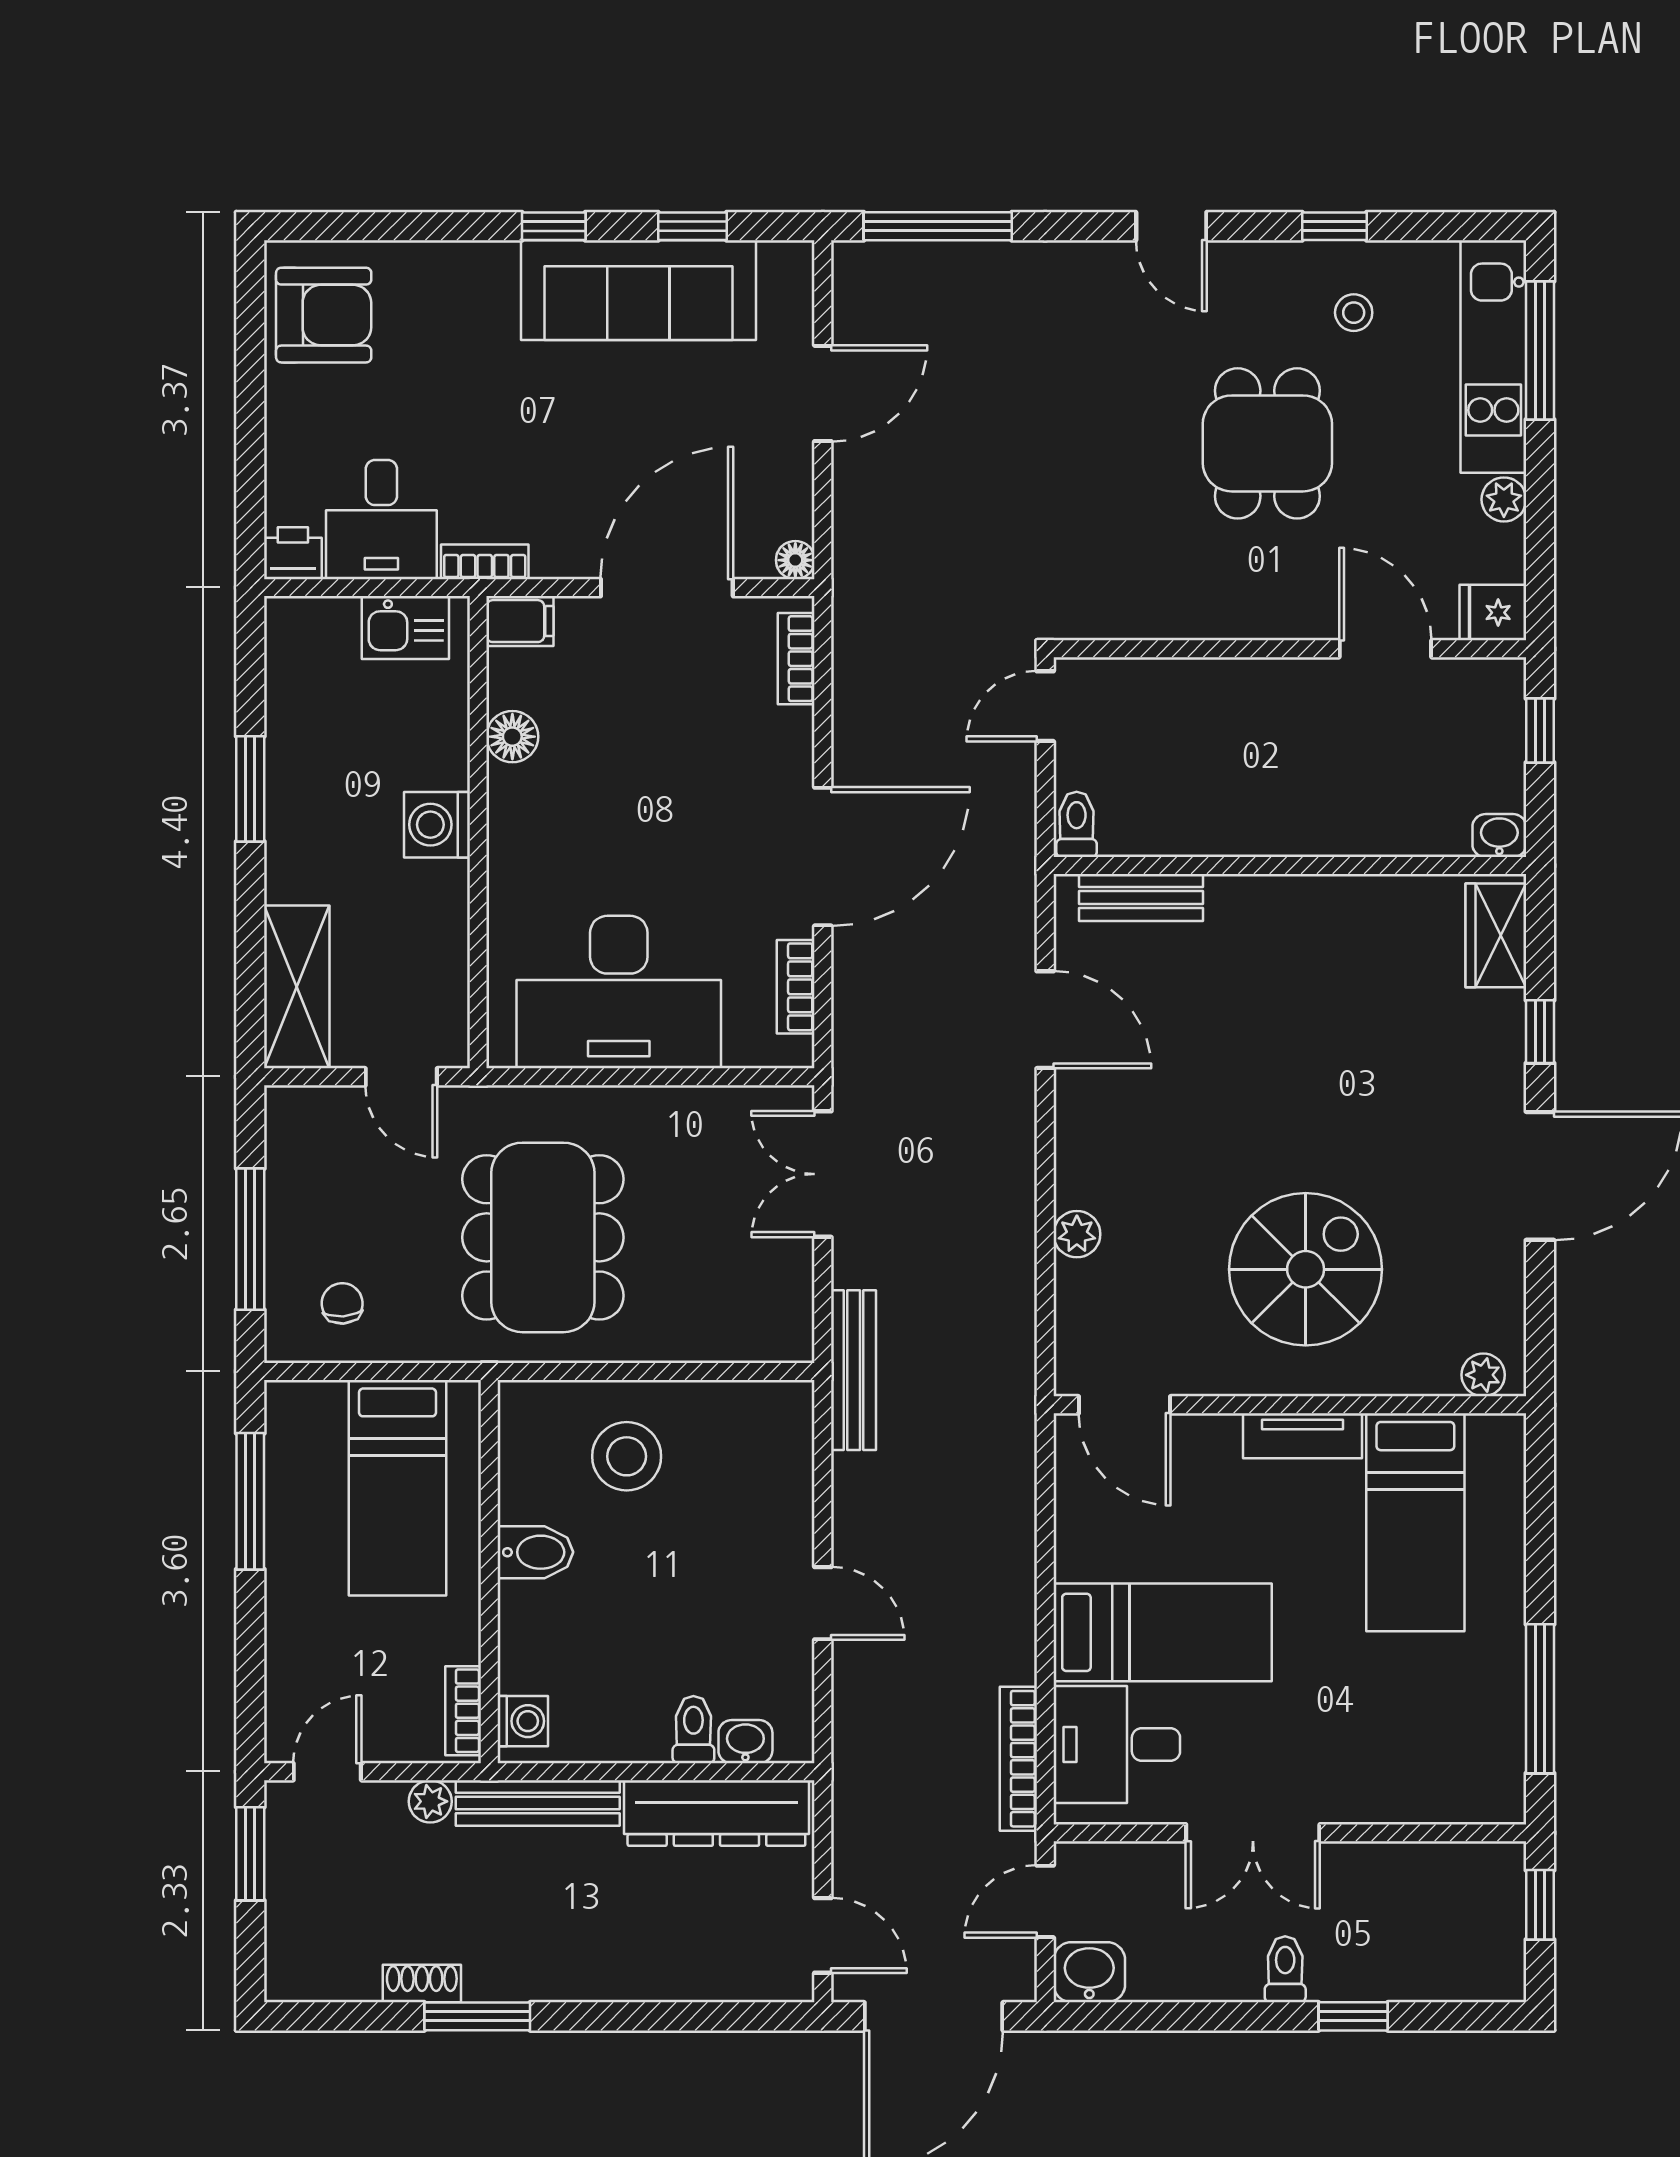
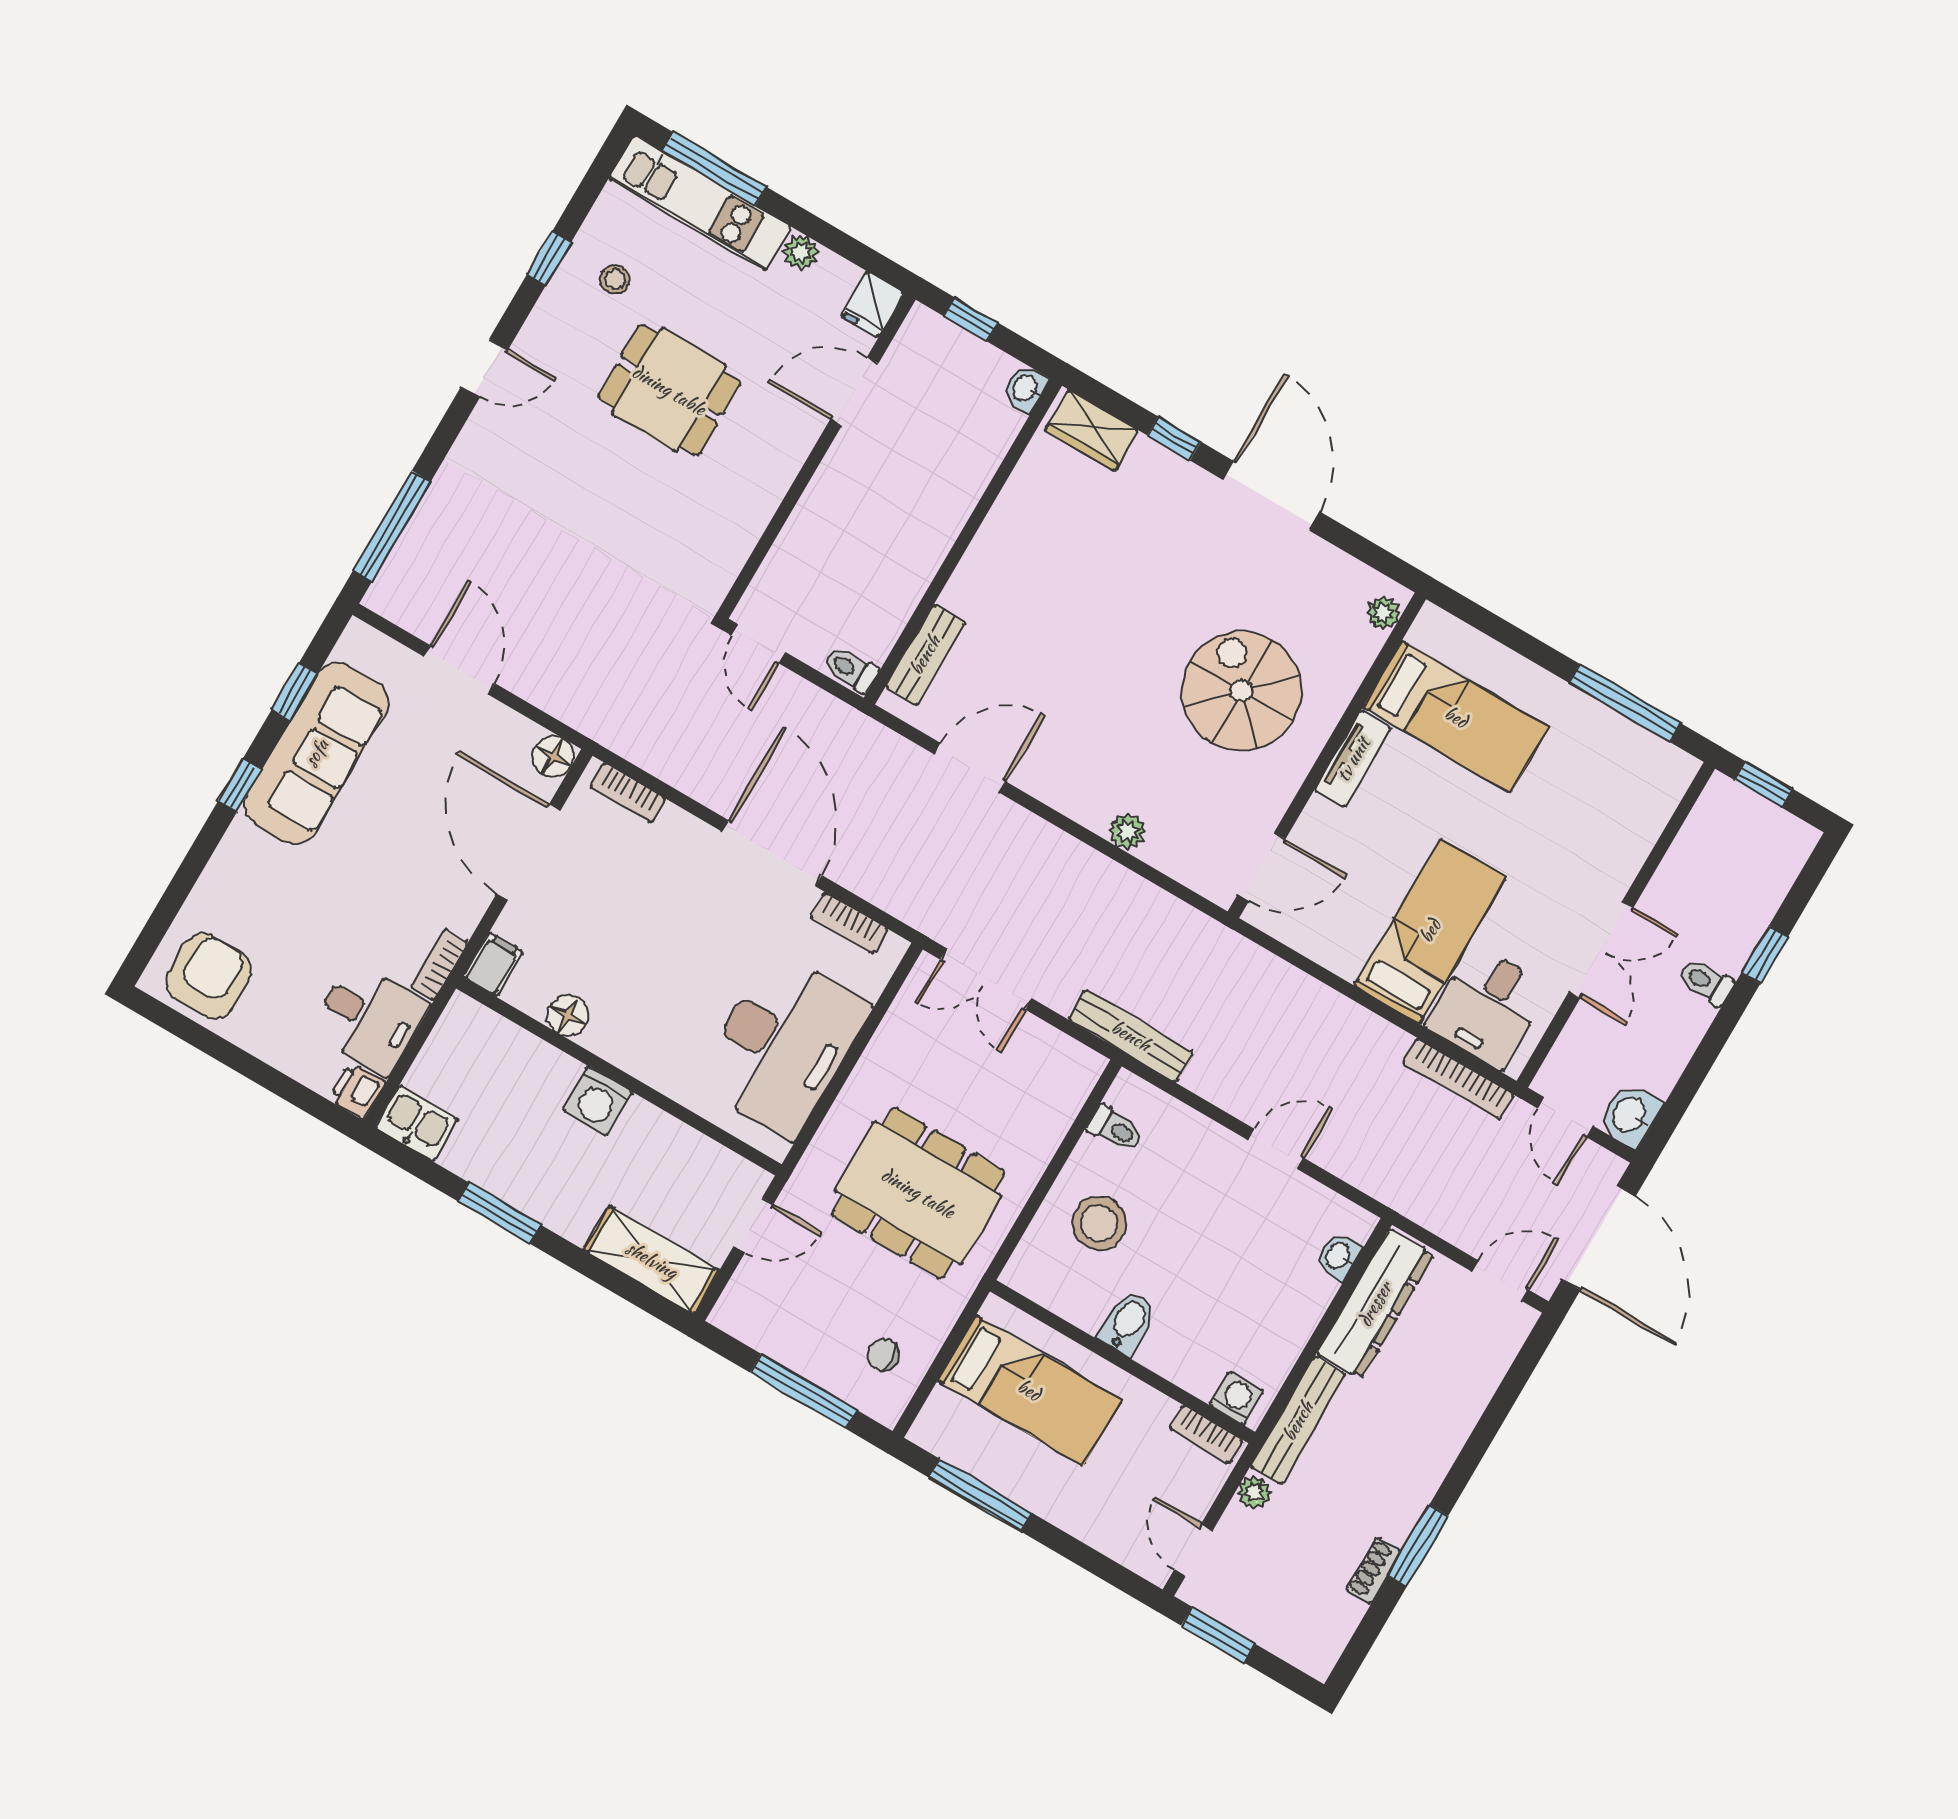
floor lamp: (795, 560) -> (553, 756), width x1.37, depth x1.37
kitchen sink: (405, 628) -> (417, 1123), moved, turned -90
toilet: (693, 1730) -> (1115, 1129), moved, turned 180

